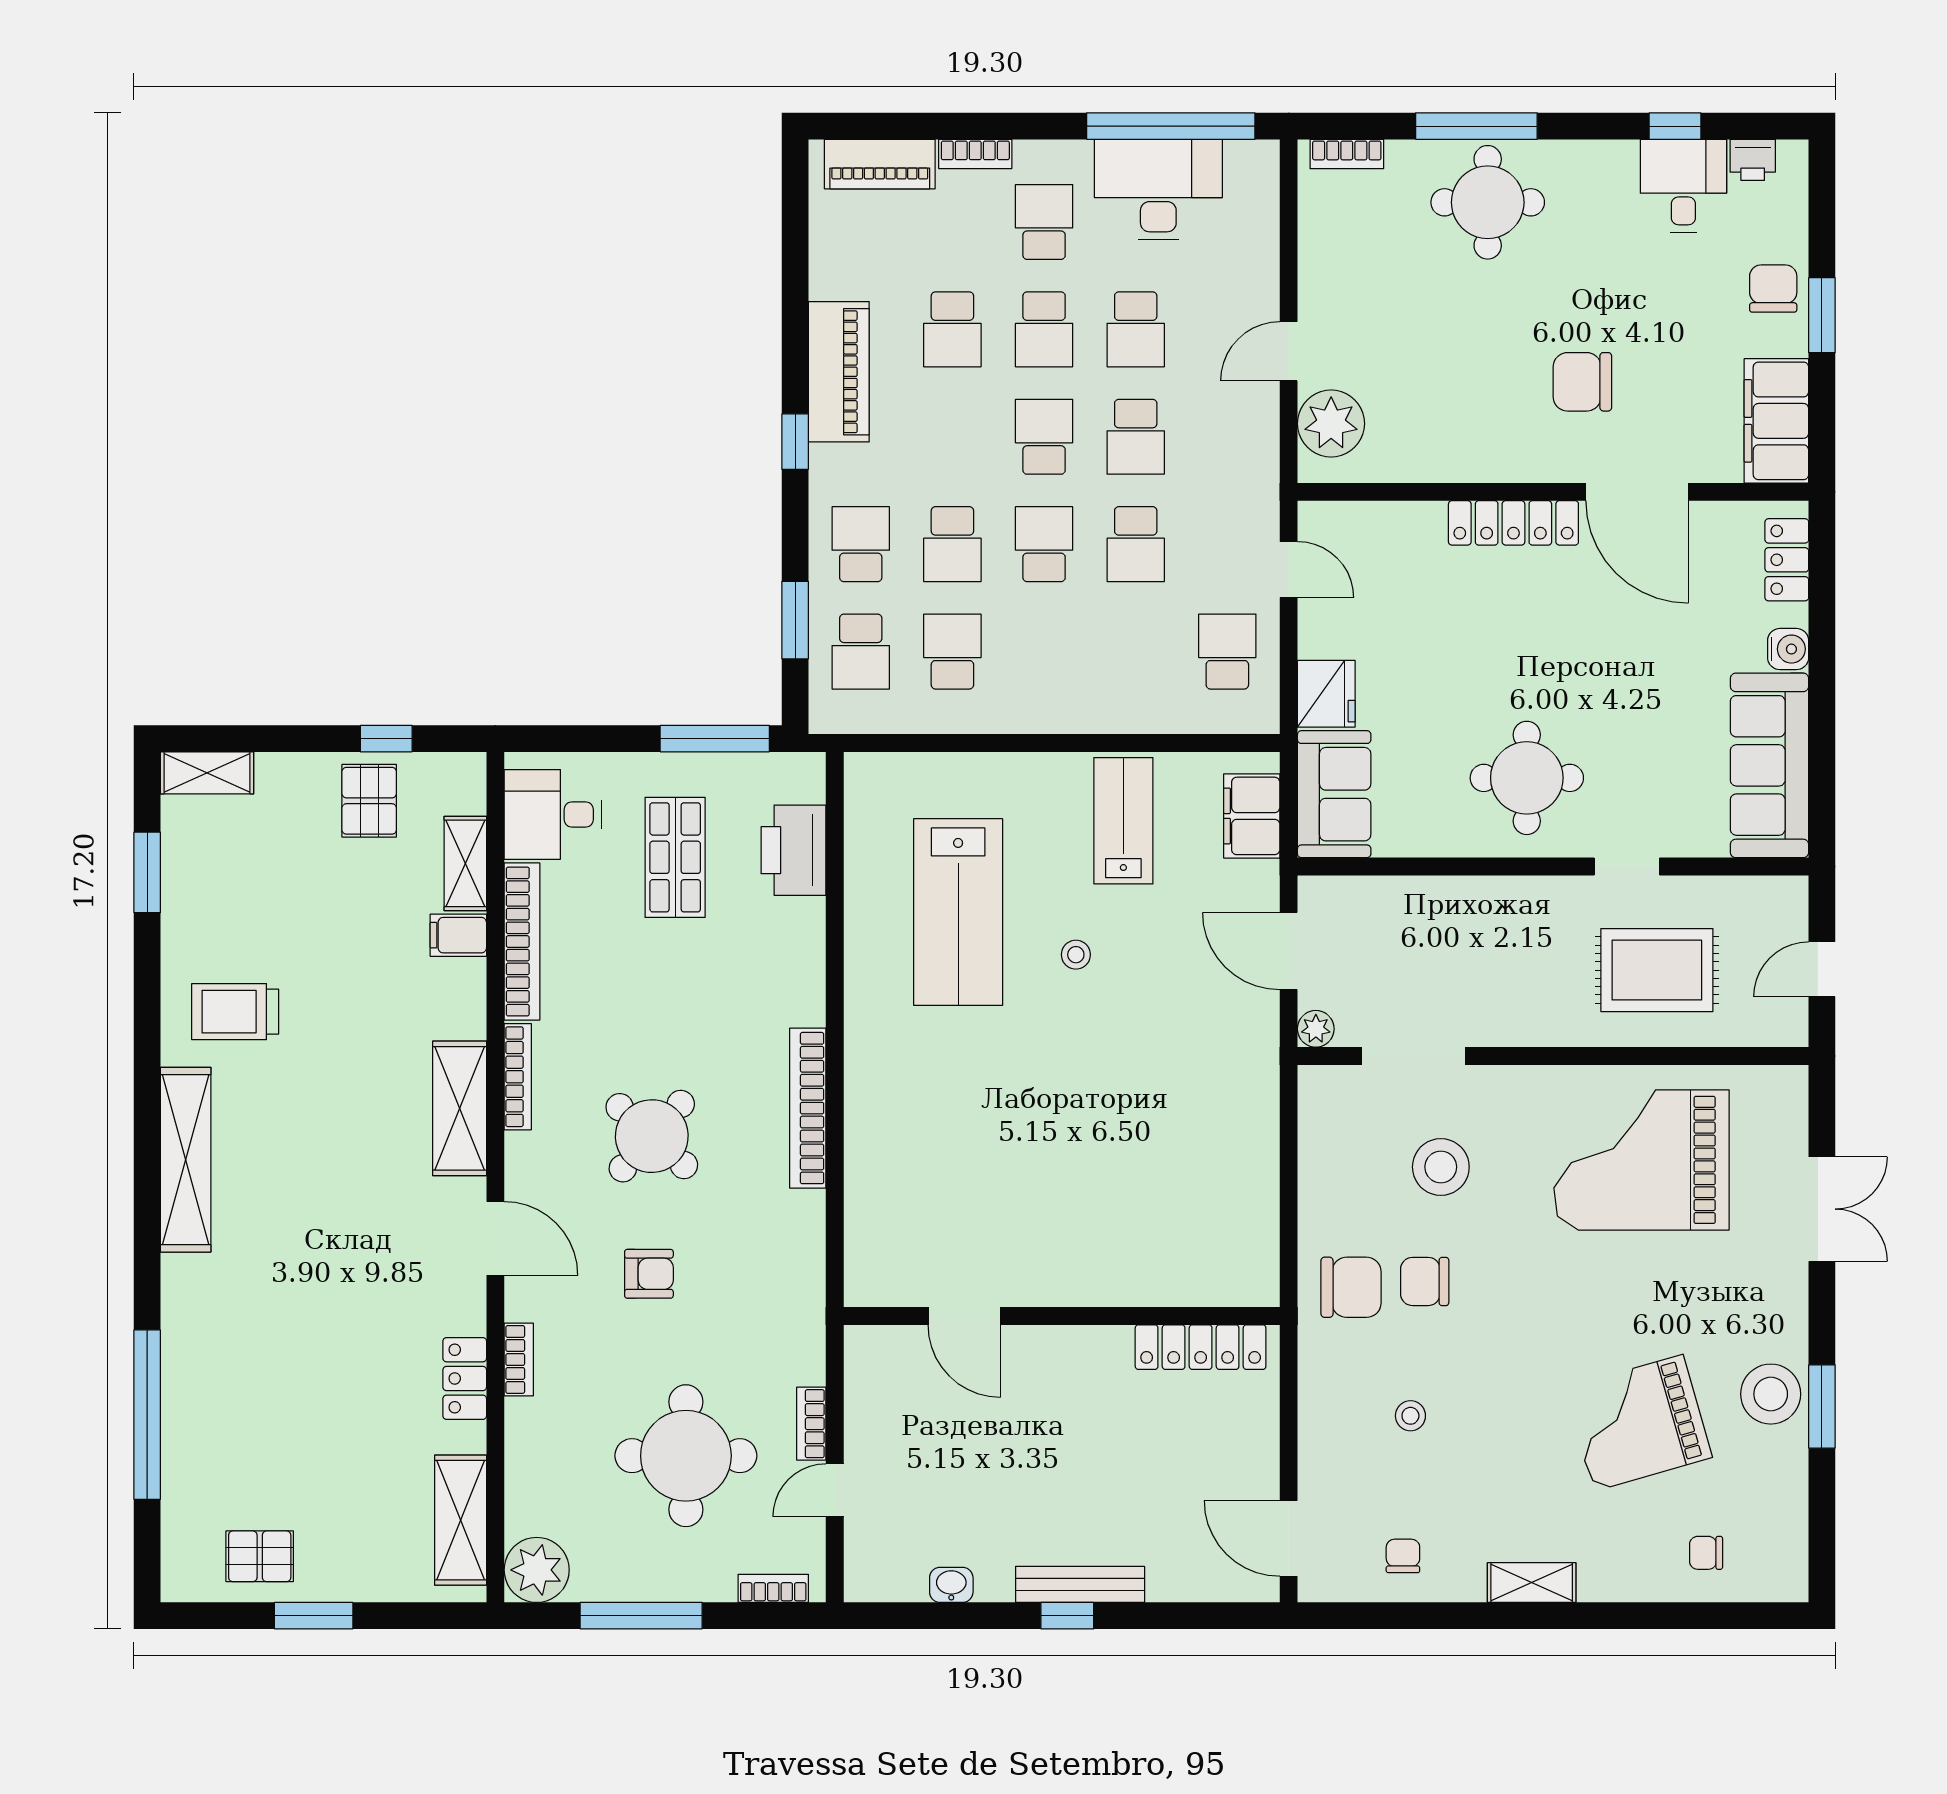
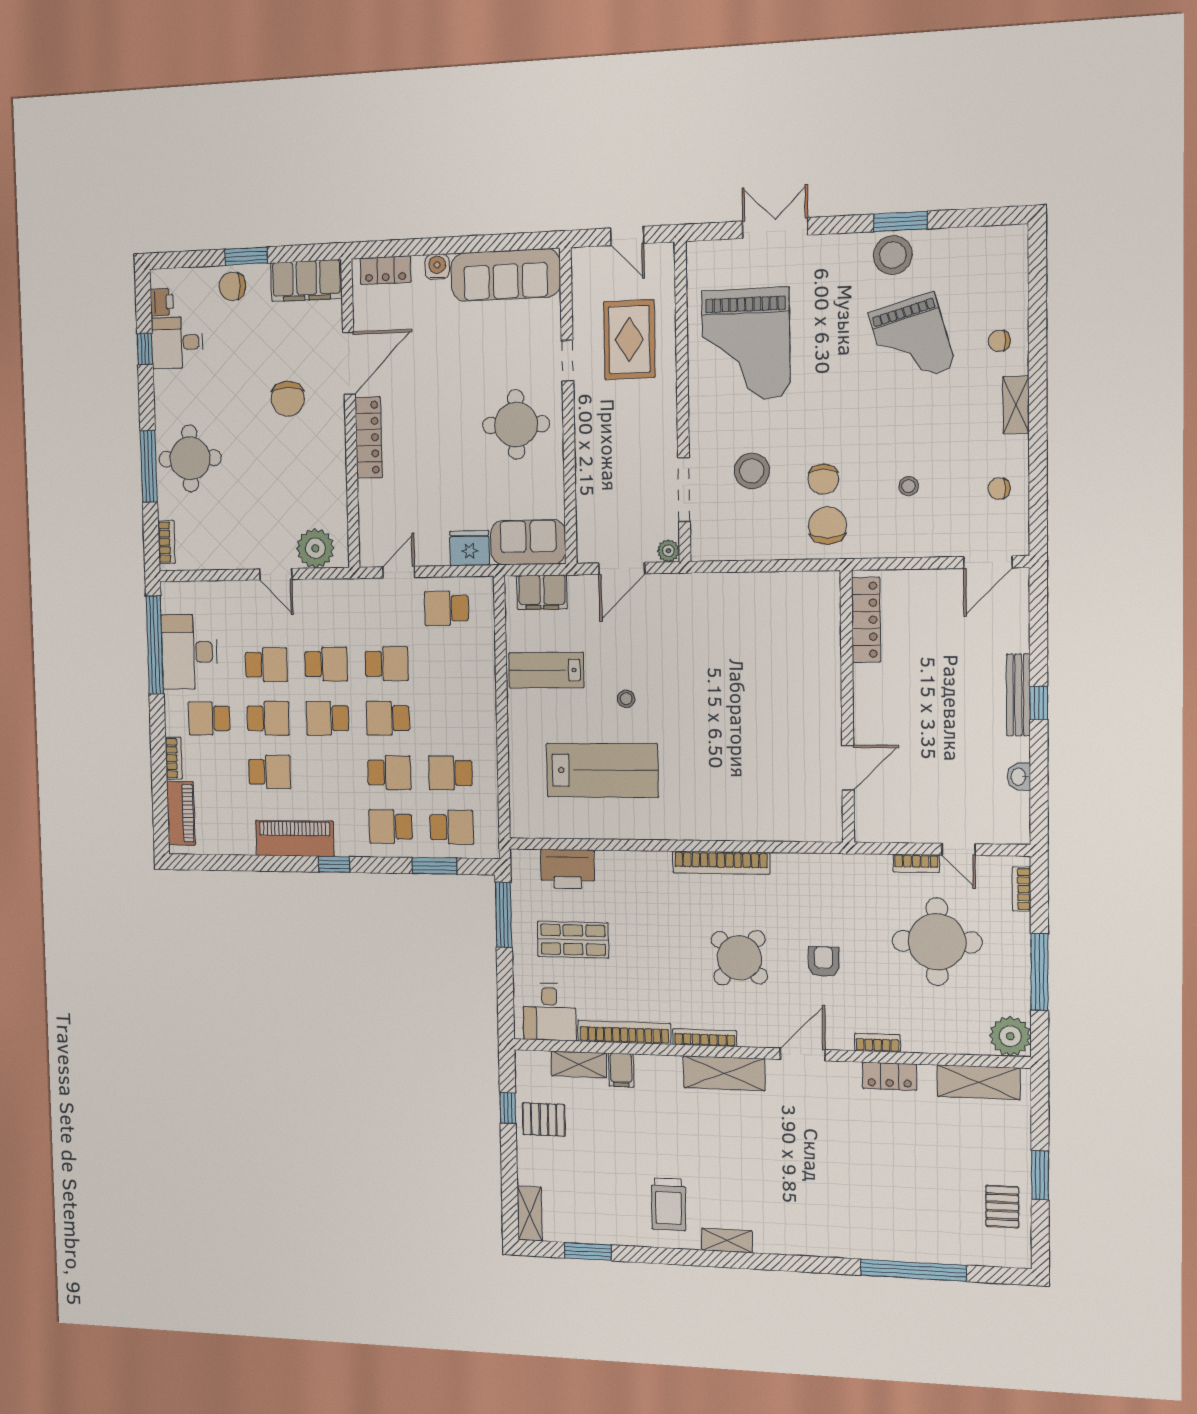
shelving: (186, 1160) -> (727, 1240), width x0.45, depth x0.75
chair: (1706, 1553) -> (999, 341), moved, turned 90

